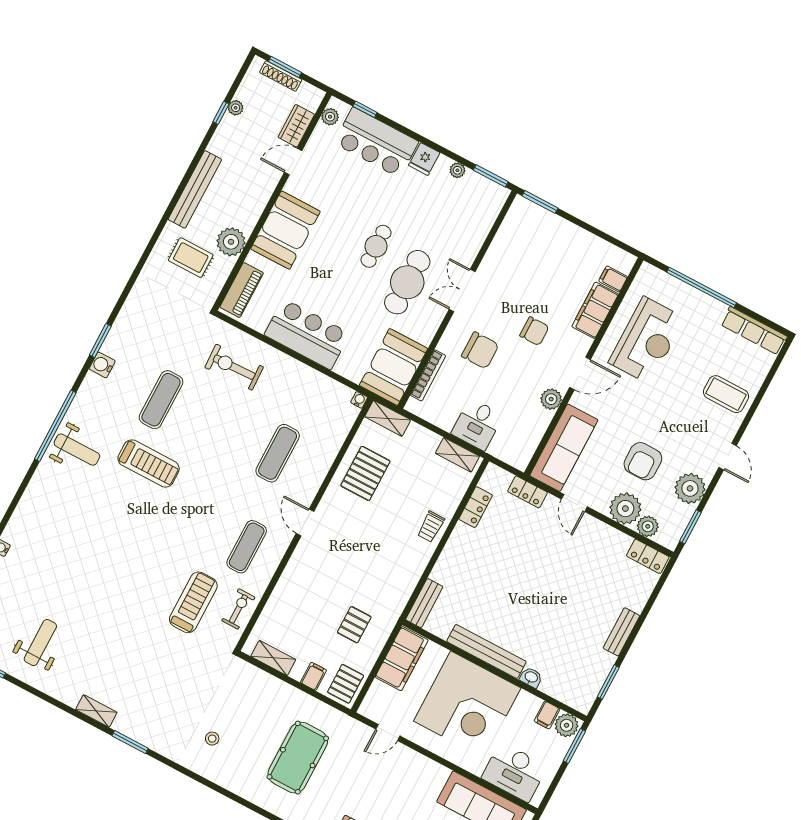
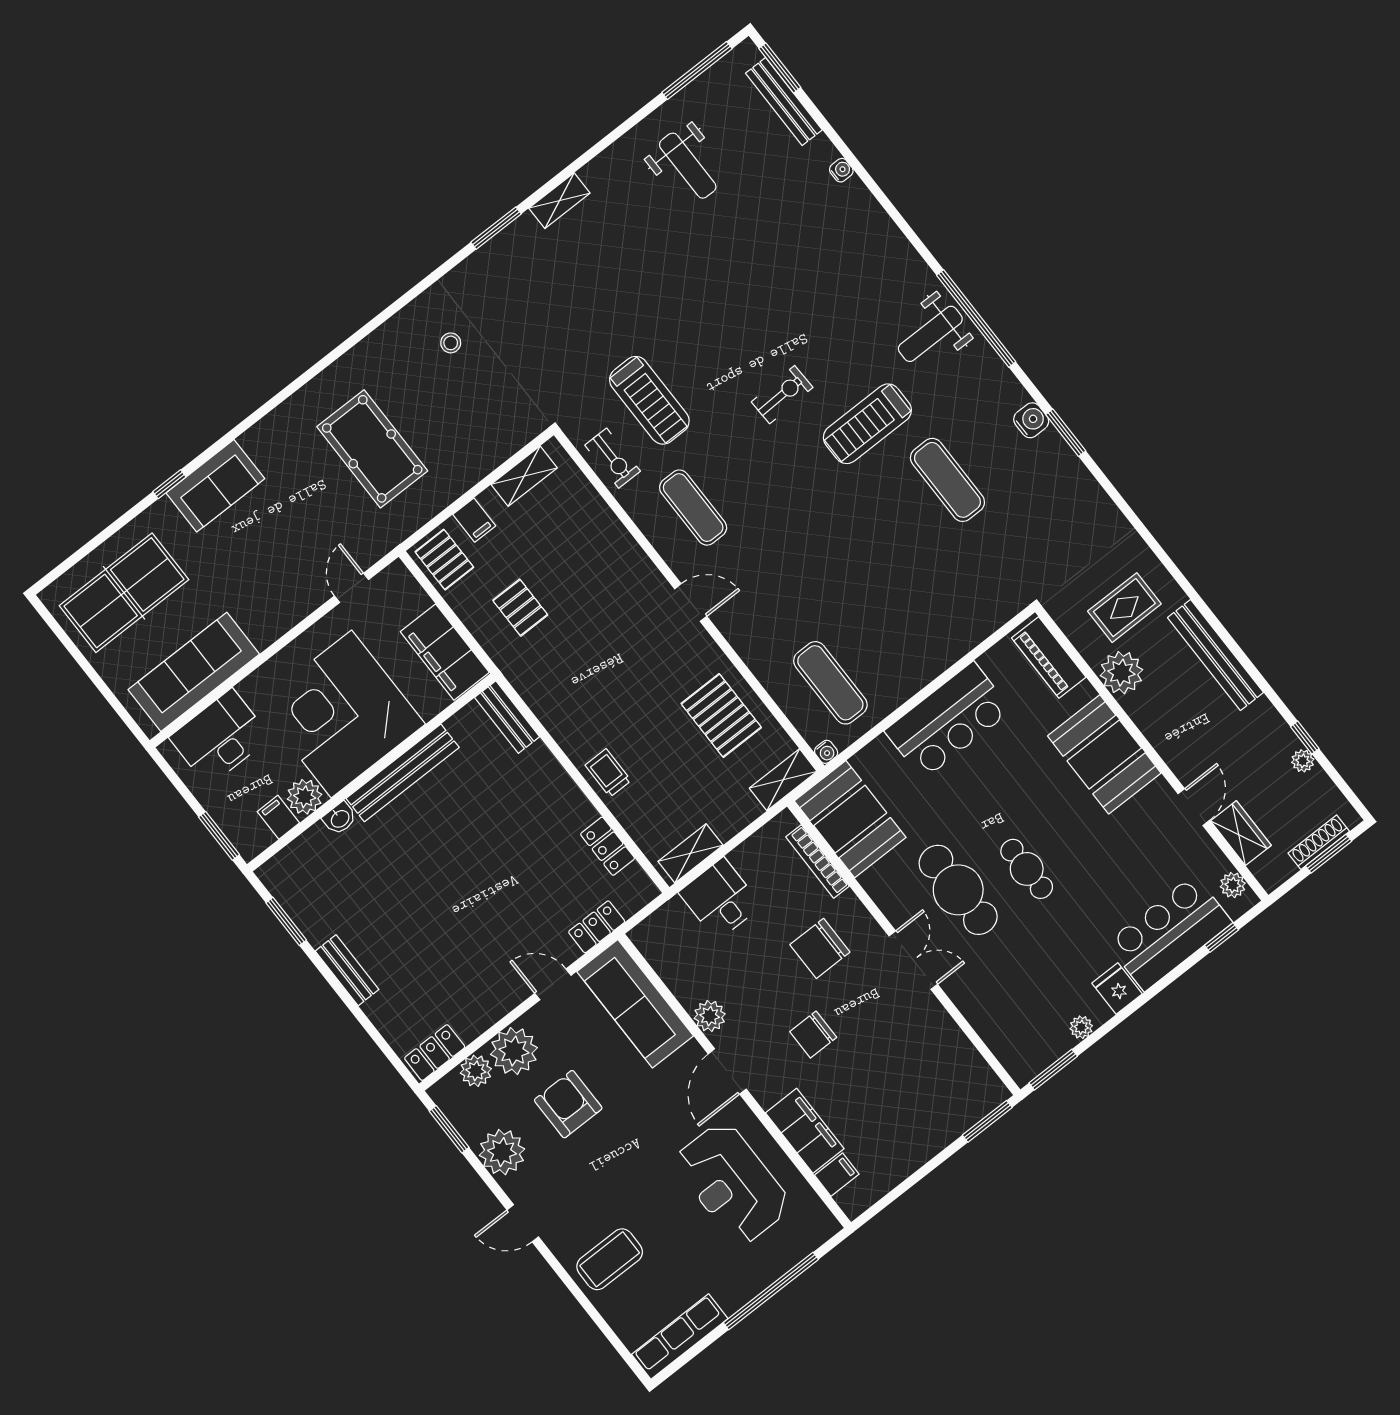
exercise bike: (234, 367) -> (782, 395), moved, width x0.73, depth x0.72
exercise mat: (278, 453) -> (830, 683), moved
plant: (567, 725) -> (305, 797), moved

